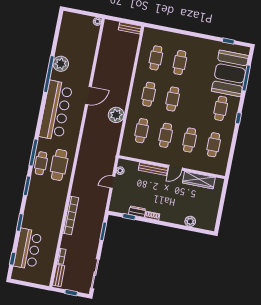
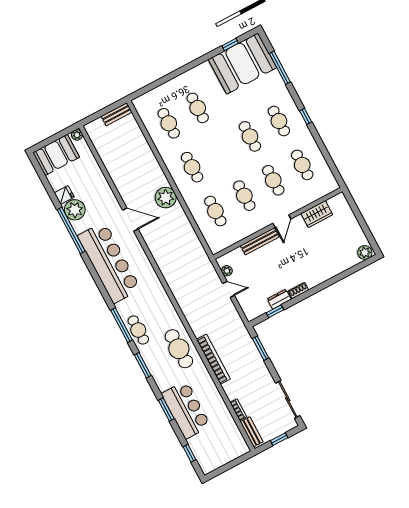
booth: (76, 23) -> (56, 155), added
fridge: (62, 50) -> (64, 195), added
booth: (230, 73) -> (242, 64), moved, turned 90
door: (88, 96) -> (130, 220), hinge flipped
cafe table: (173, 99) -> (250, 136), moved
plant: (116, 115) -> (166, 198), moved
cafe table: (59, 165) -> (179, 349), moved
wardrobe: (199, 180) -> (317, 214), width x0.67
door: (112, 182) -> (229, 289), swing flipped
plant: (190, 221) -> (365, 253), moved
bar counter: (28, 249) -> (186, 410), moved

